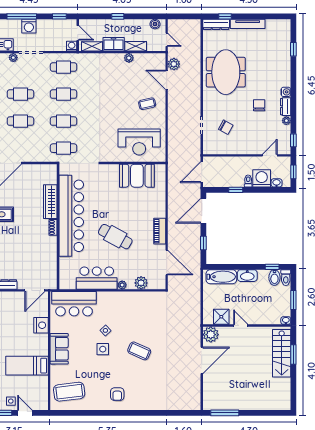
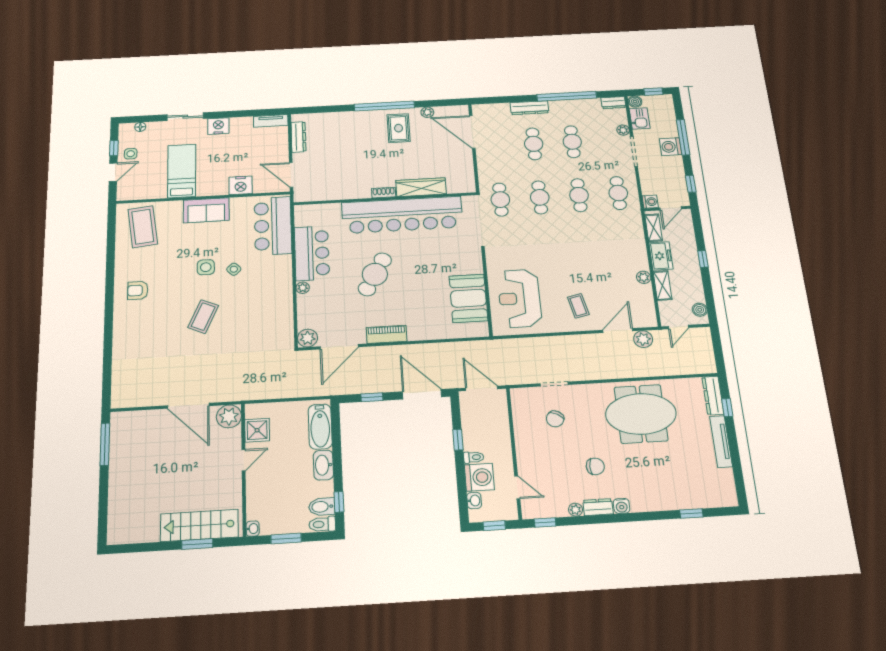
plant: (141, 283) -> (308, 338), moved

